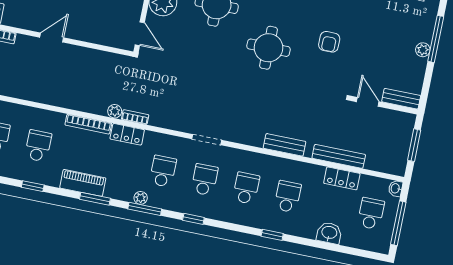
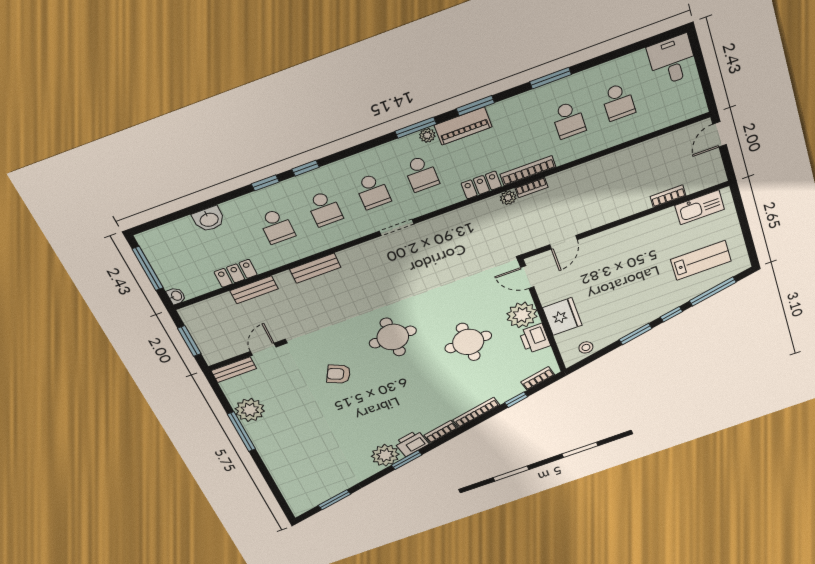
door: (52, 37) -> (563, 242), moved
armchair: (329, 42) -> (339, 374), turned -63
plant: (423, 50) -> (250, 410), width x1.88, depth x1.88
door: (368, 102) -> (263, 349), swing flipped
bookcase: (135, 117) -> (531, 187), moved
bench: (339, 156) -> (254, 290), width x0.73
piano: (83, 183) -> (463, 126), moved
window: (33, 186) -> (551, 78), width x1.50
school desk: (371, 214) -> (182, 261), removed
window: (193, 219) -> (306, 168), moved

